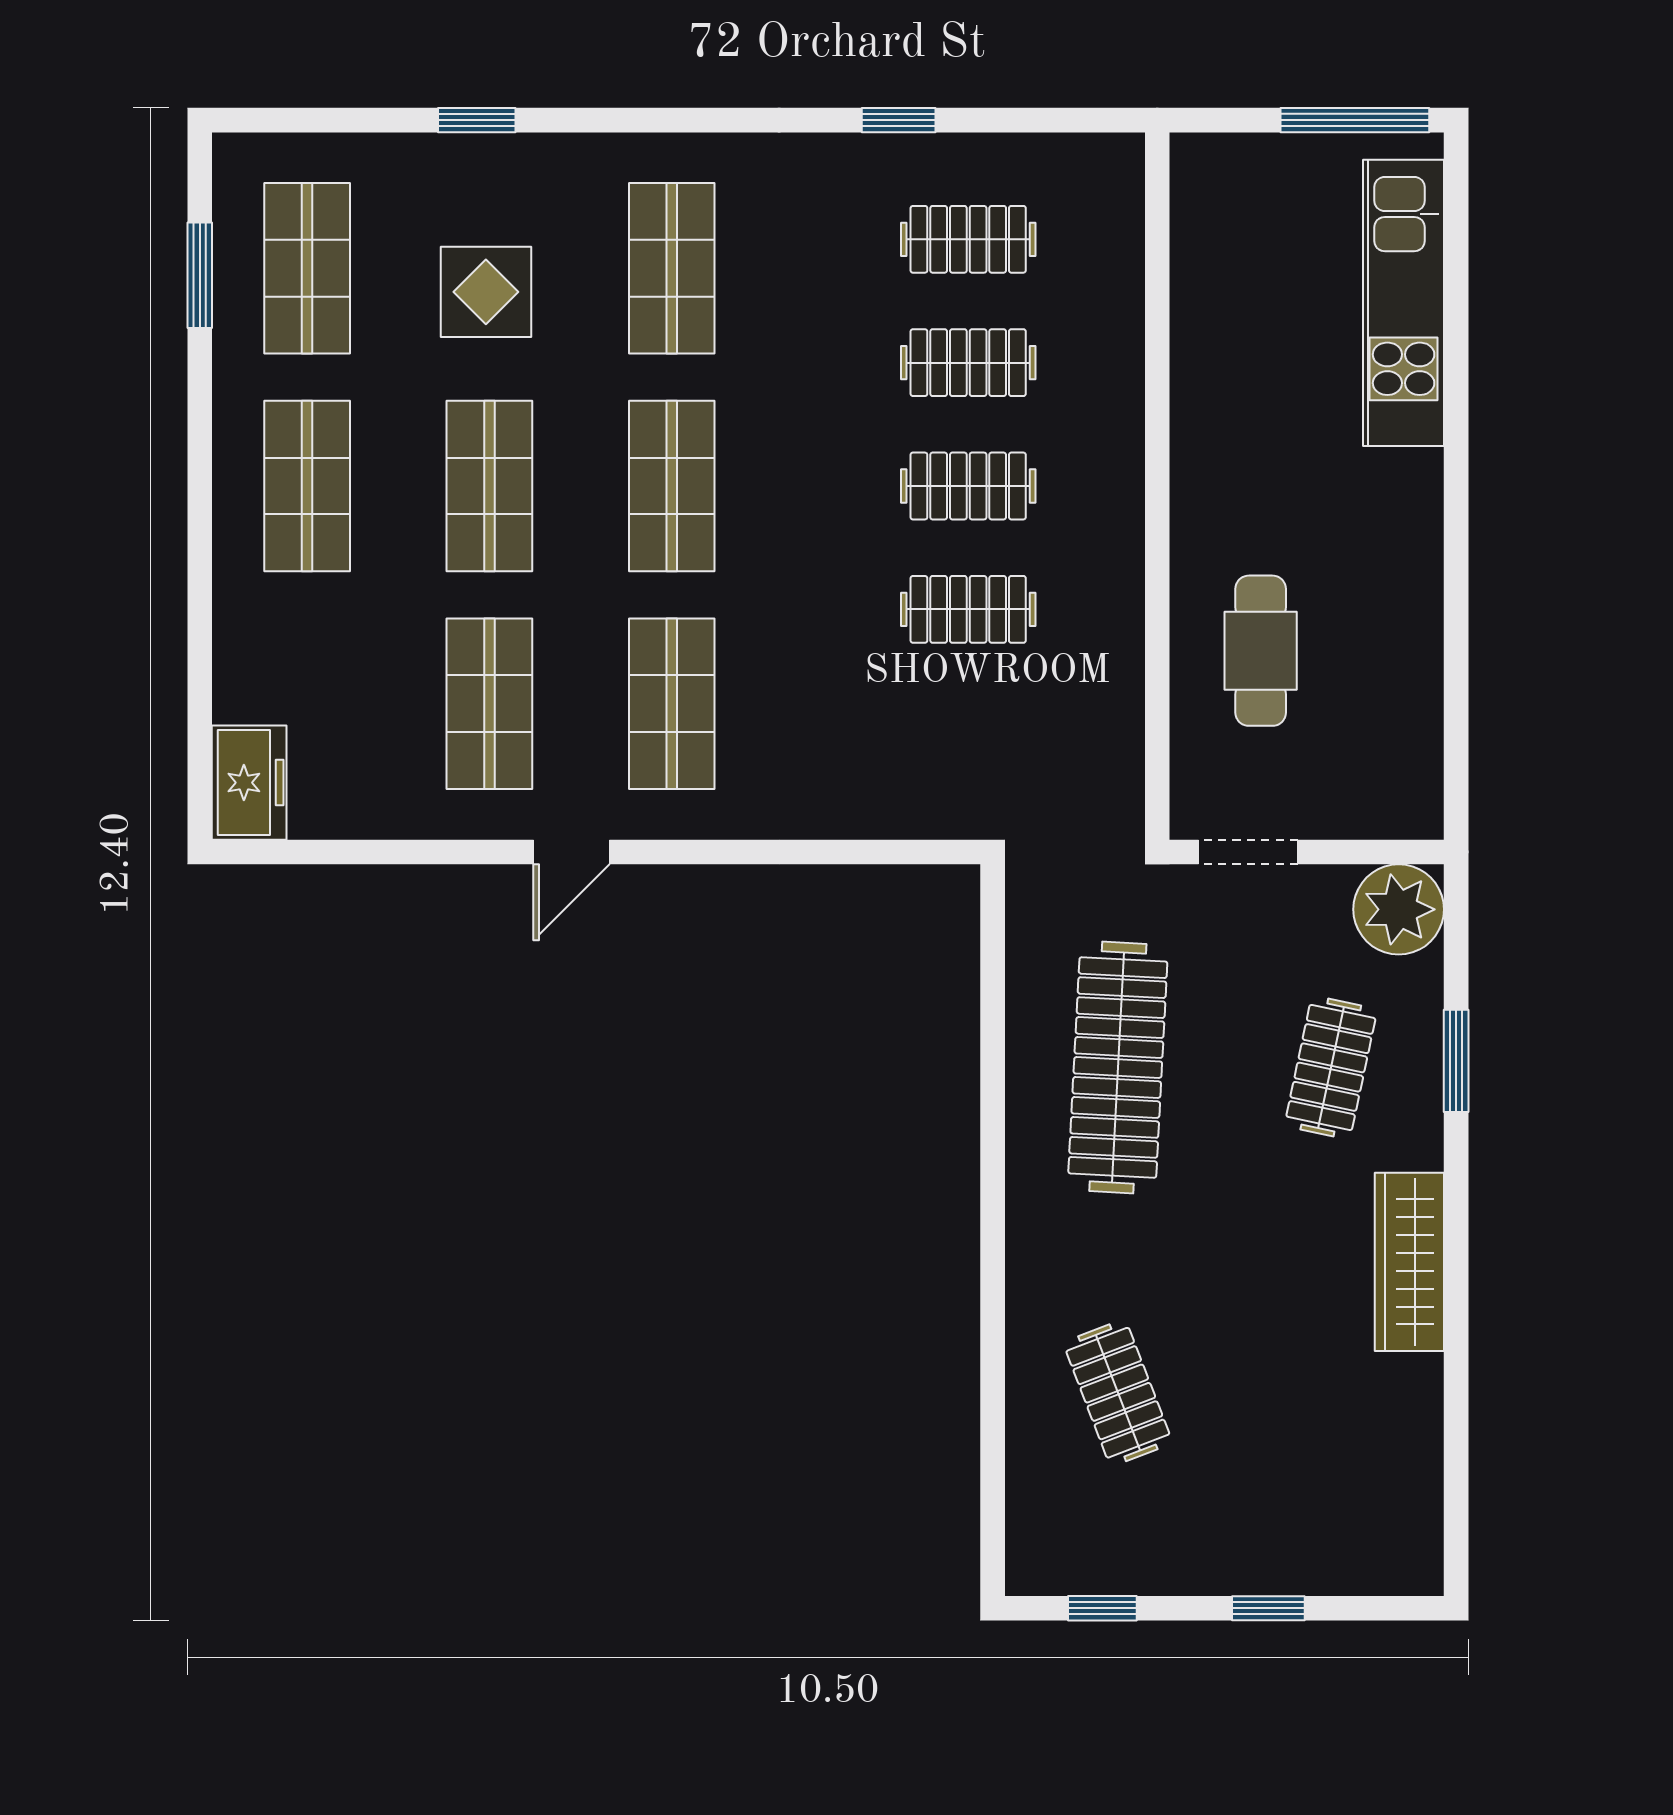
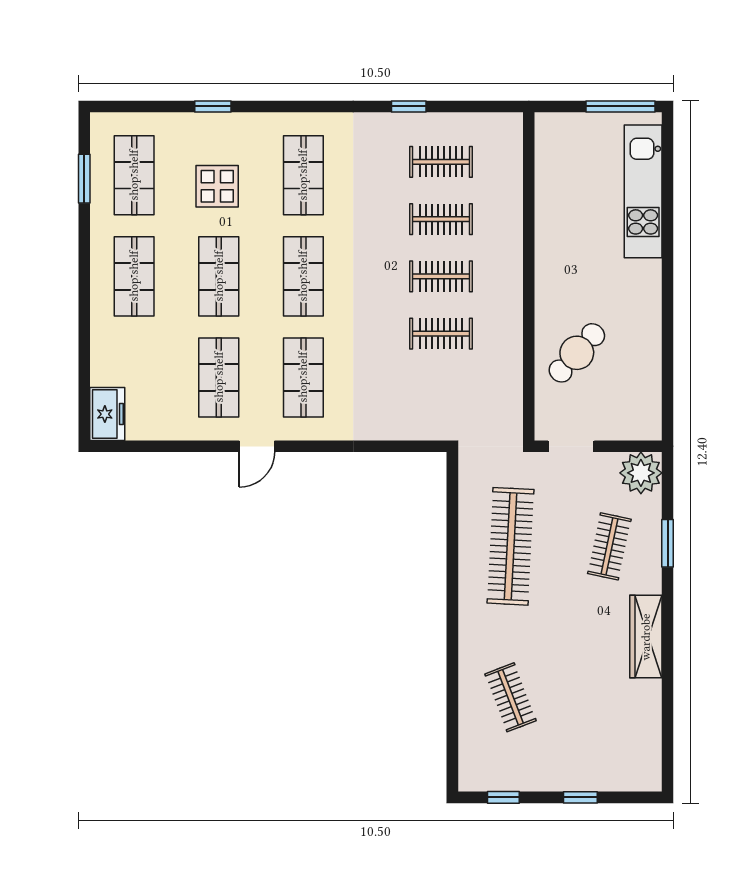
cafe table: (1261, 651) -> (577, 353), turned 42

